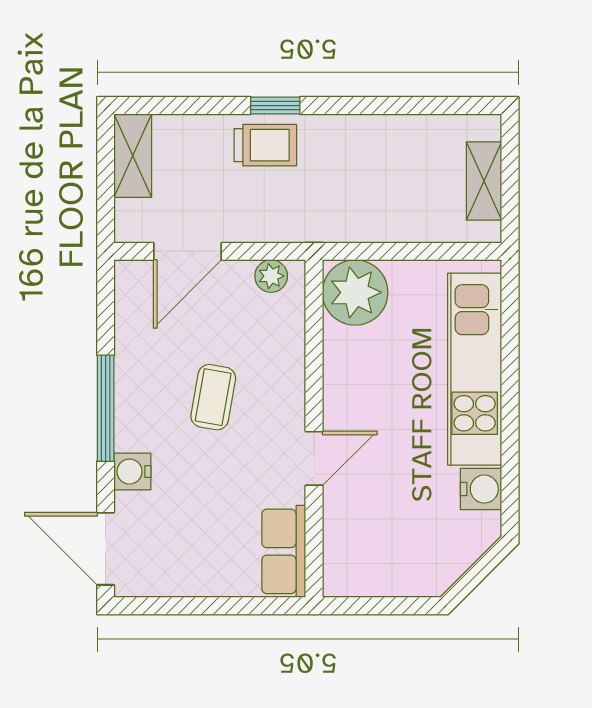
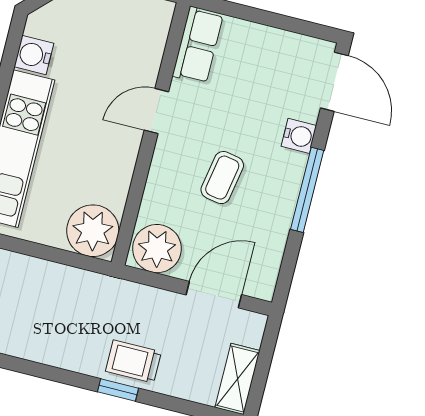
plant: (271, 276) -> (157, 249), width x1.87, depth x1.87

